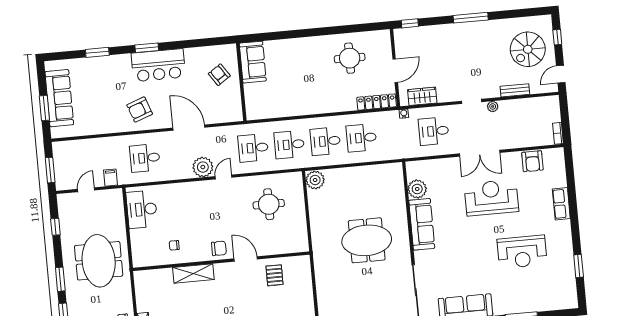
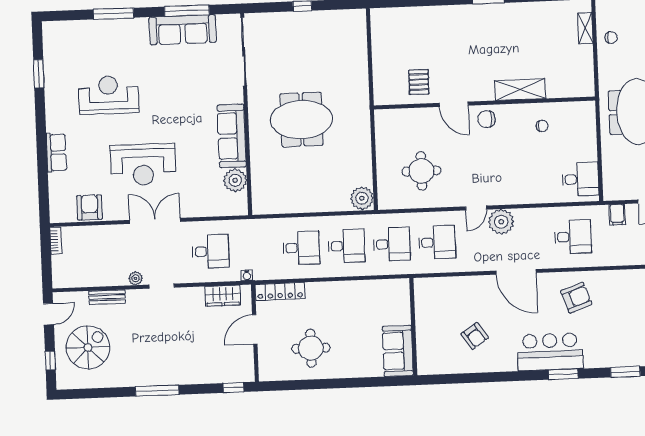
sofa: (253, 62) -> (398, 351), moved
wall: (241, 82) -> (413, 327), moved
desk: (142, 209) -> (580, 179), width x0.73

